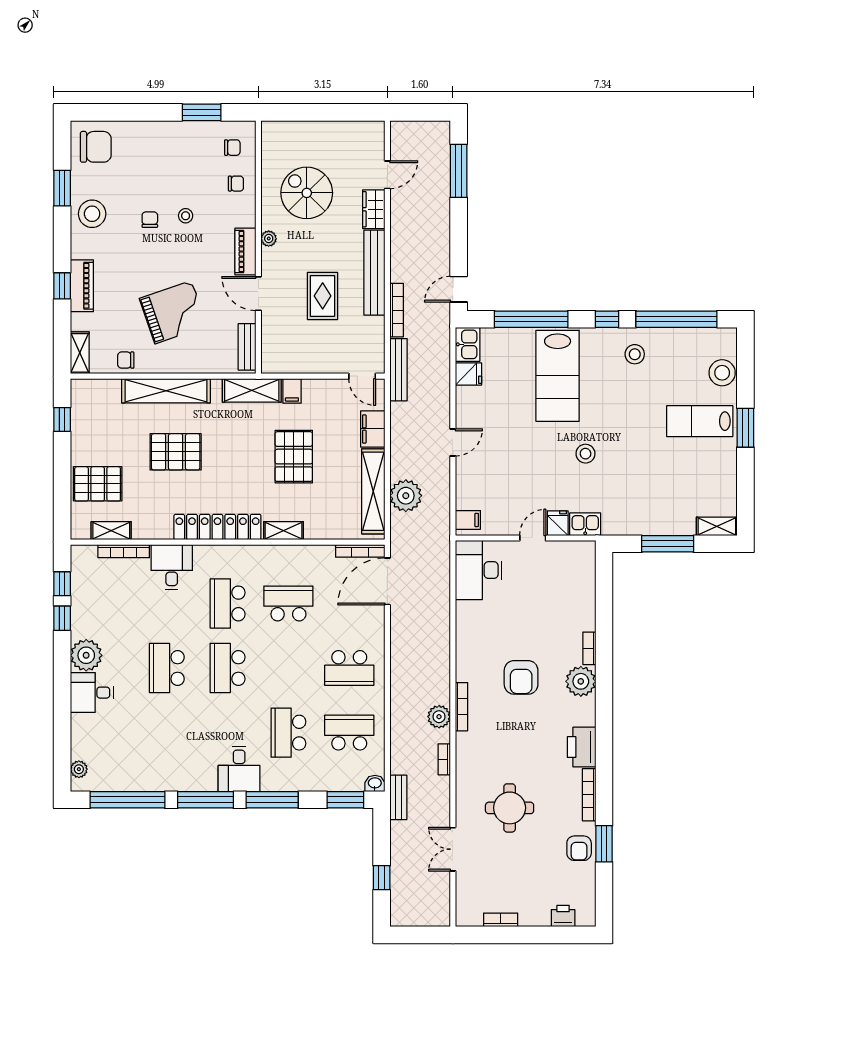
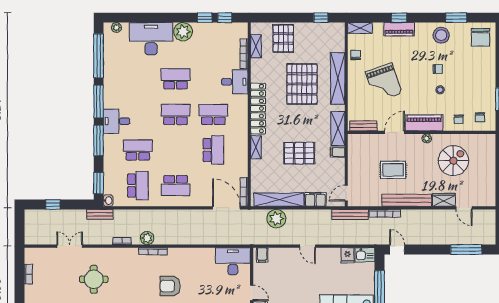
piano: (245, 251) -> (424, 123), width x1.37, depth x1.33
pallet: (176, 452) -> (302, 84), width x1.37, depth x1.41
school desk: (349, 668) -> (176, 186), turned -90
desk: (92, 693) -> (151, 39), width x1.87, depth x1.30

